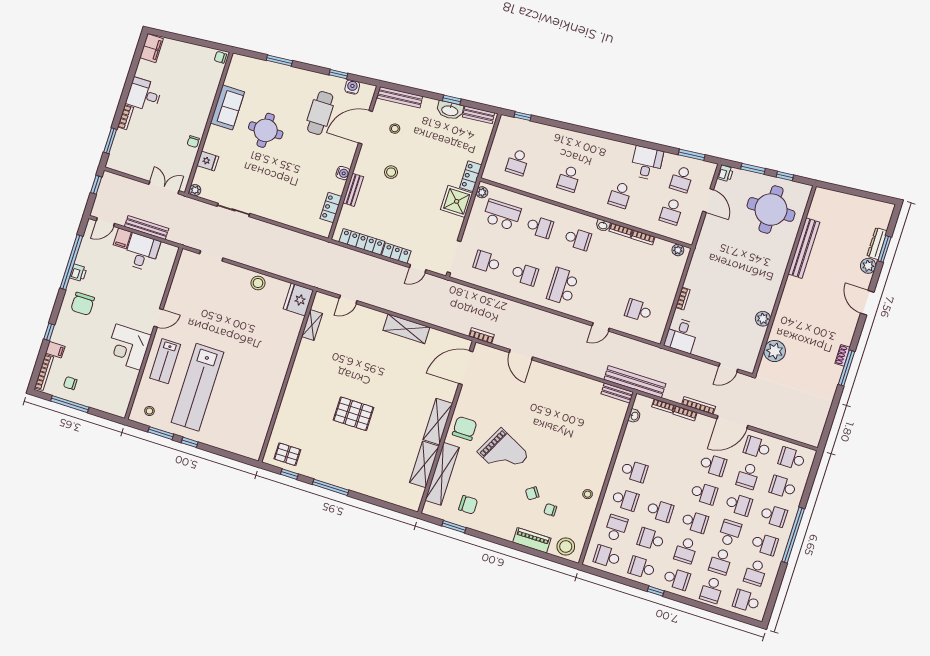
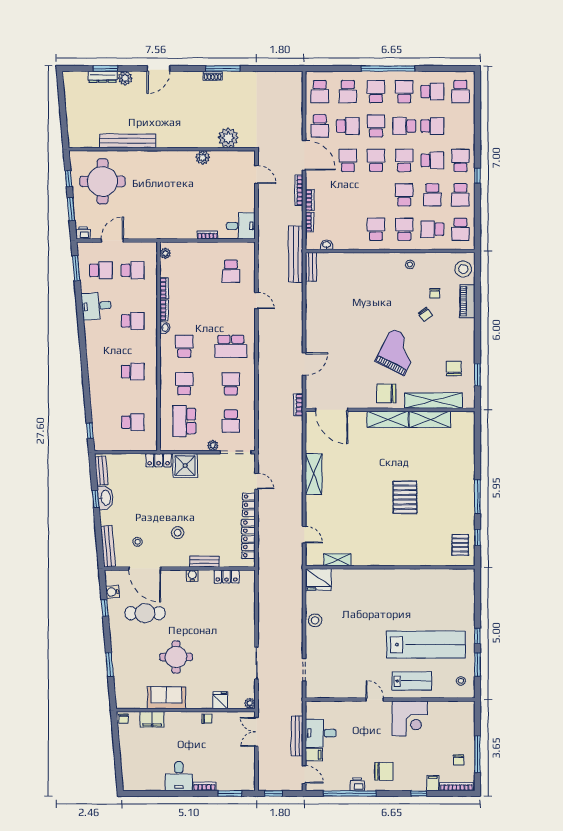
filing cabinet: (152, 48) -> (152, 719), moved, turned 180
plant: (482, 192) -> (213, 445), moved
school desk: (711, 590) -> (460, 126), removed

